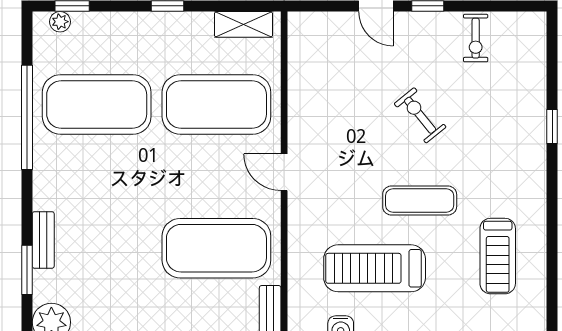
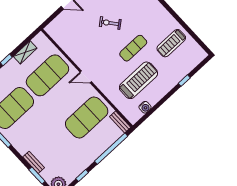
shelving: (244, 24) -> (25, 52), moved
treadmill: (498, 256) -> (171, 43), turned 90
treadmill: (375, 268) -> (138, 80), turned 180

